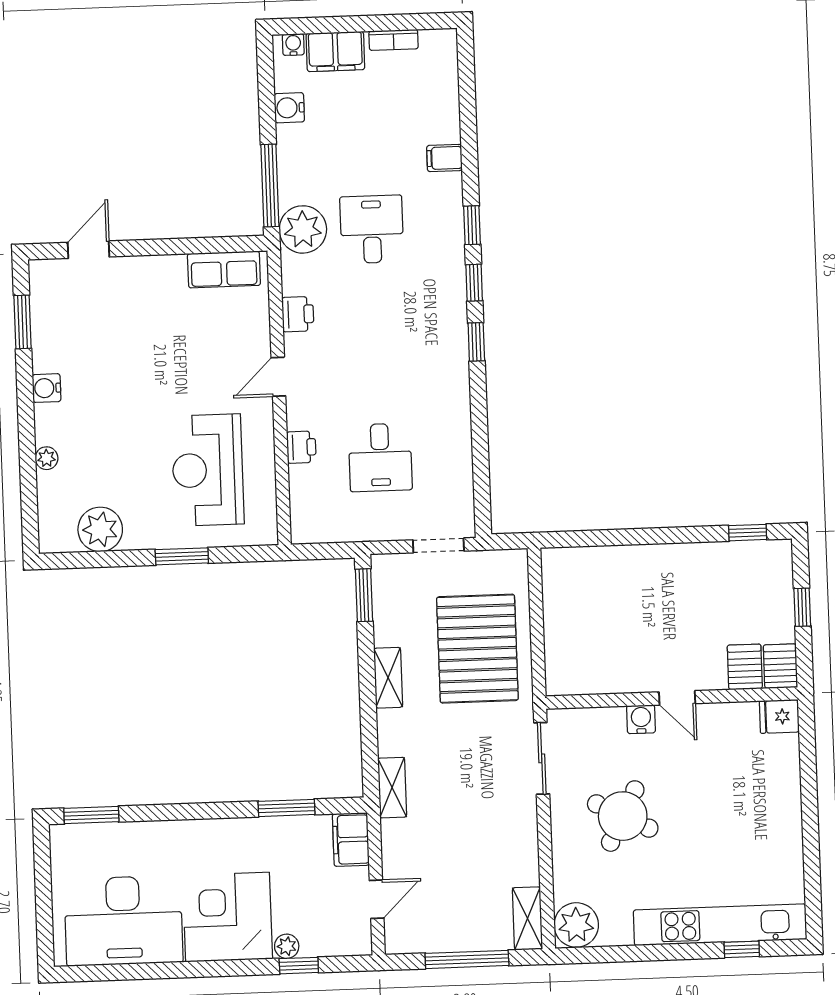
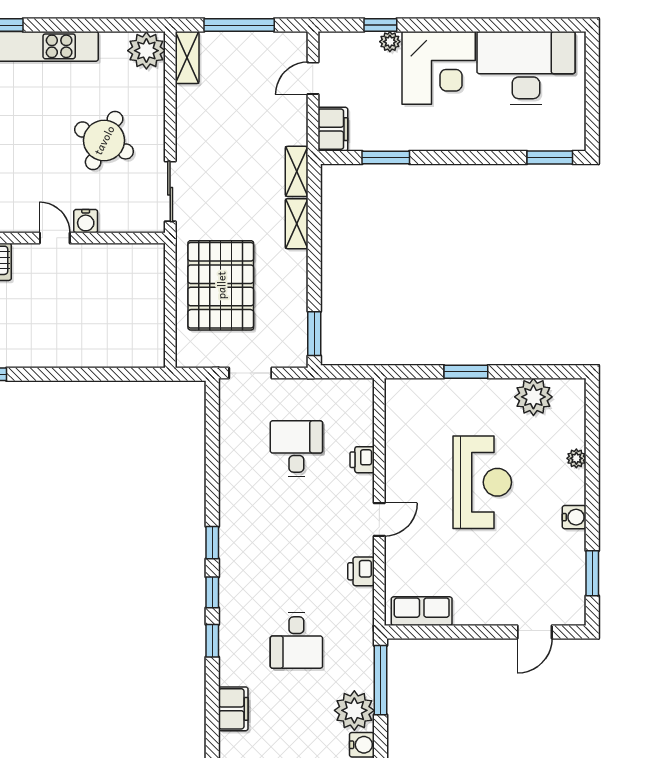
filing cabinet: (444, 158) -> (233, 709), width x2.00
plant: (303, 229) -> (354, 710), moved
reception desk: (208, 470) -> (482, 482), moved
shelving: (388, 678) -> (297, 224), moved

